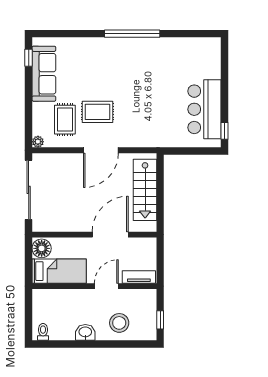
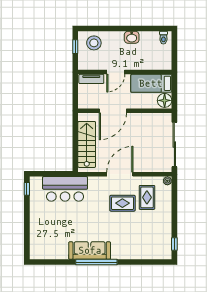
sofa: (44, 74) -> (90, 250), moved, turned 90
bar counter: (204, 109) -> (65, 189), moved, turned 90
stool: (119, 323) -> (94, 43), moved

